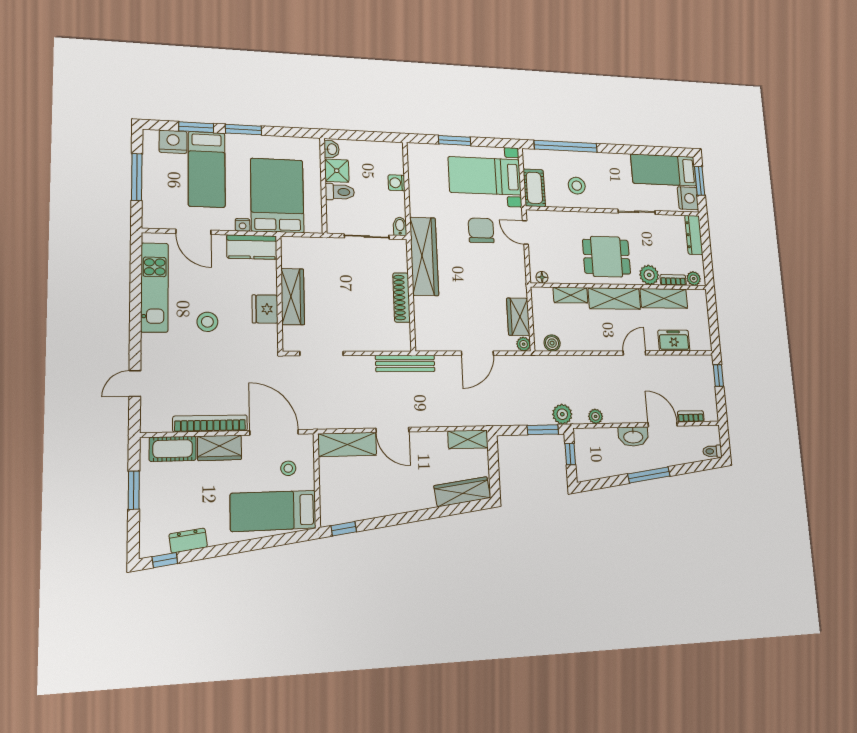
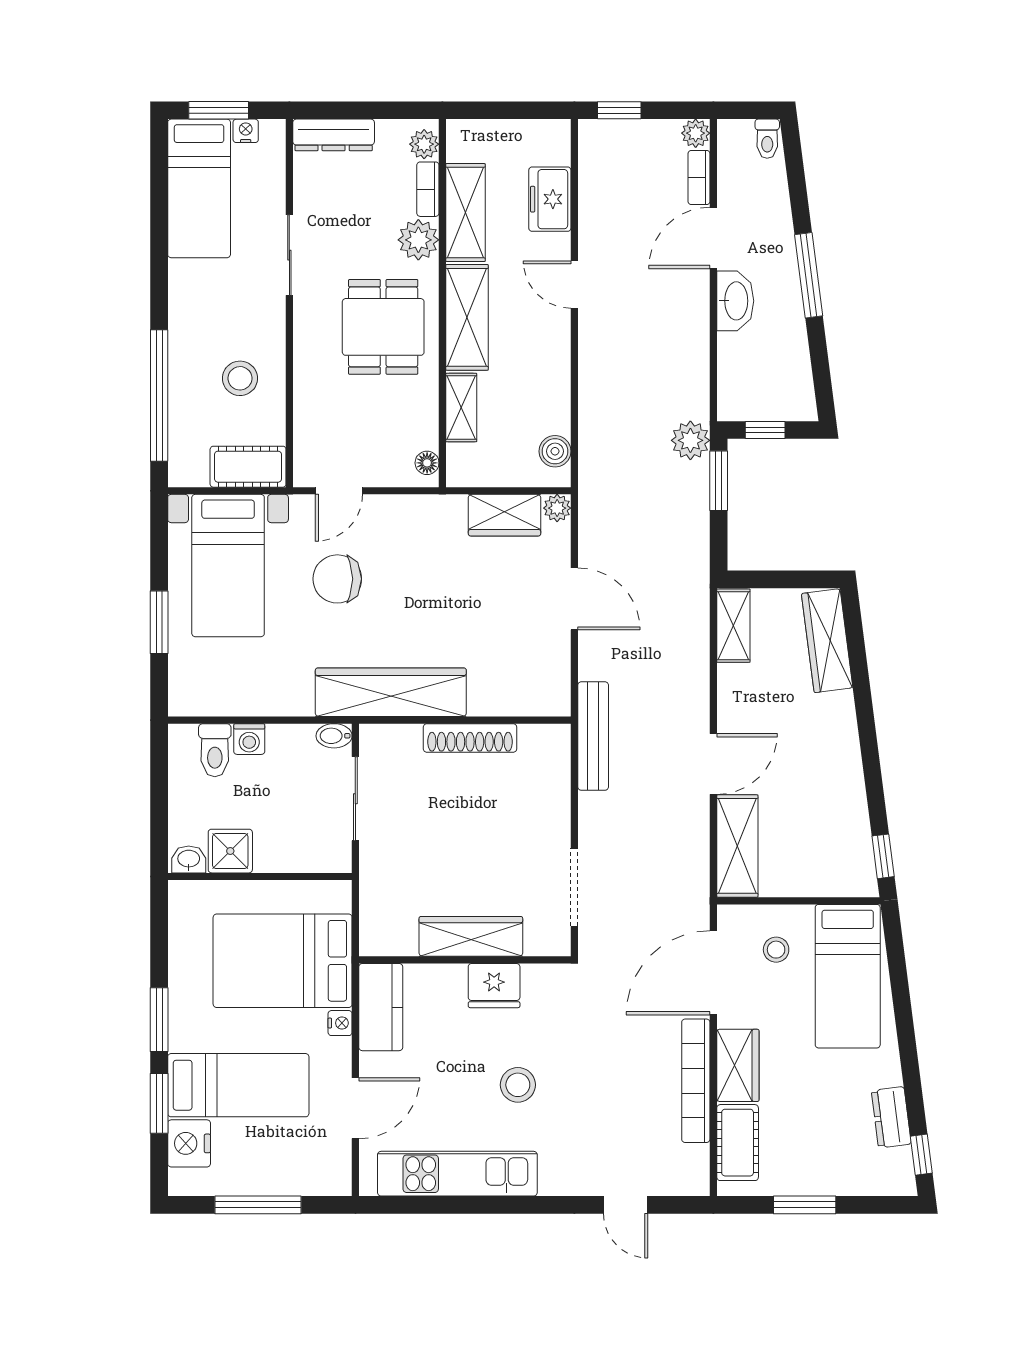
toilet: (340, 192) -> (215, 750), moved, turned 180
nightstand: (688, 198) -> (246, 131), width x0.53, depth x0.56
plant: (596, 416) -> (696, 133), moved

